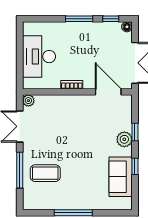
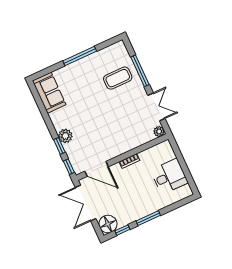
floor lamp: (127, 27) -> (108, 224), width x1.89, depth x1.89
desk: (39, 57) -> (169, 176), width x0.73
window: (135, 166) -> (69, 167), moved
sofa: (121, 177) -> (49, 93), moved

